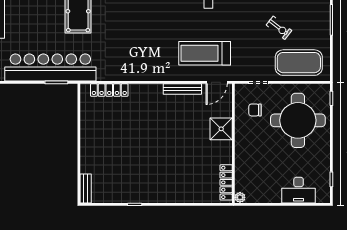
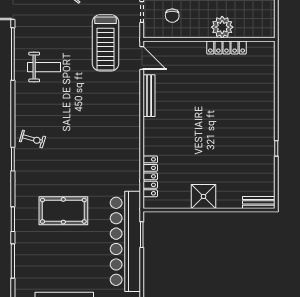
treadmill: (205, 53) -> (106, 43), moved
shower: (221, 129) -> (204, 196), moved
locker: (226, 182) -> (227, 47), moved
plant: (240, 197) -> (222, 27), moved, width x1.87, depth x1.87

